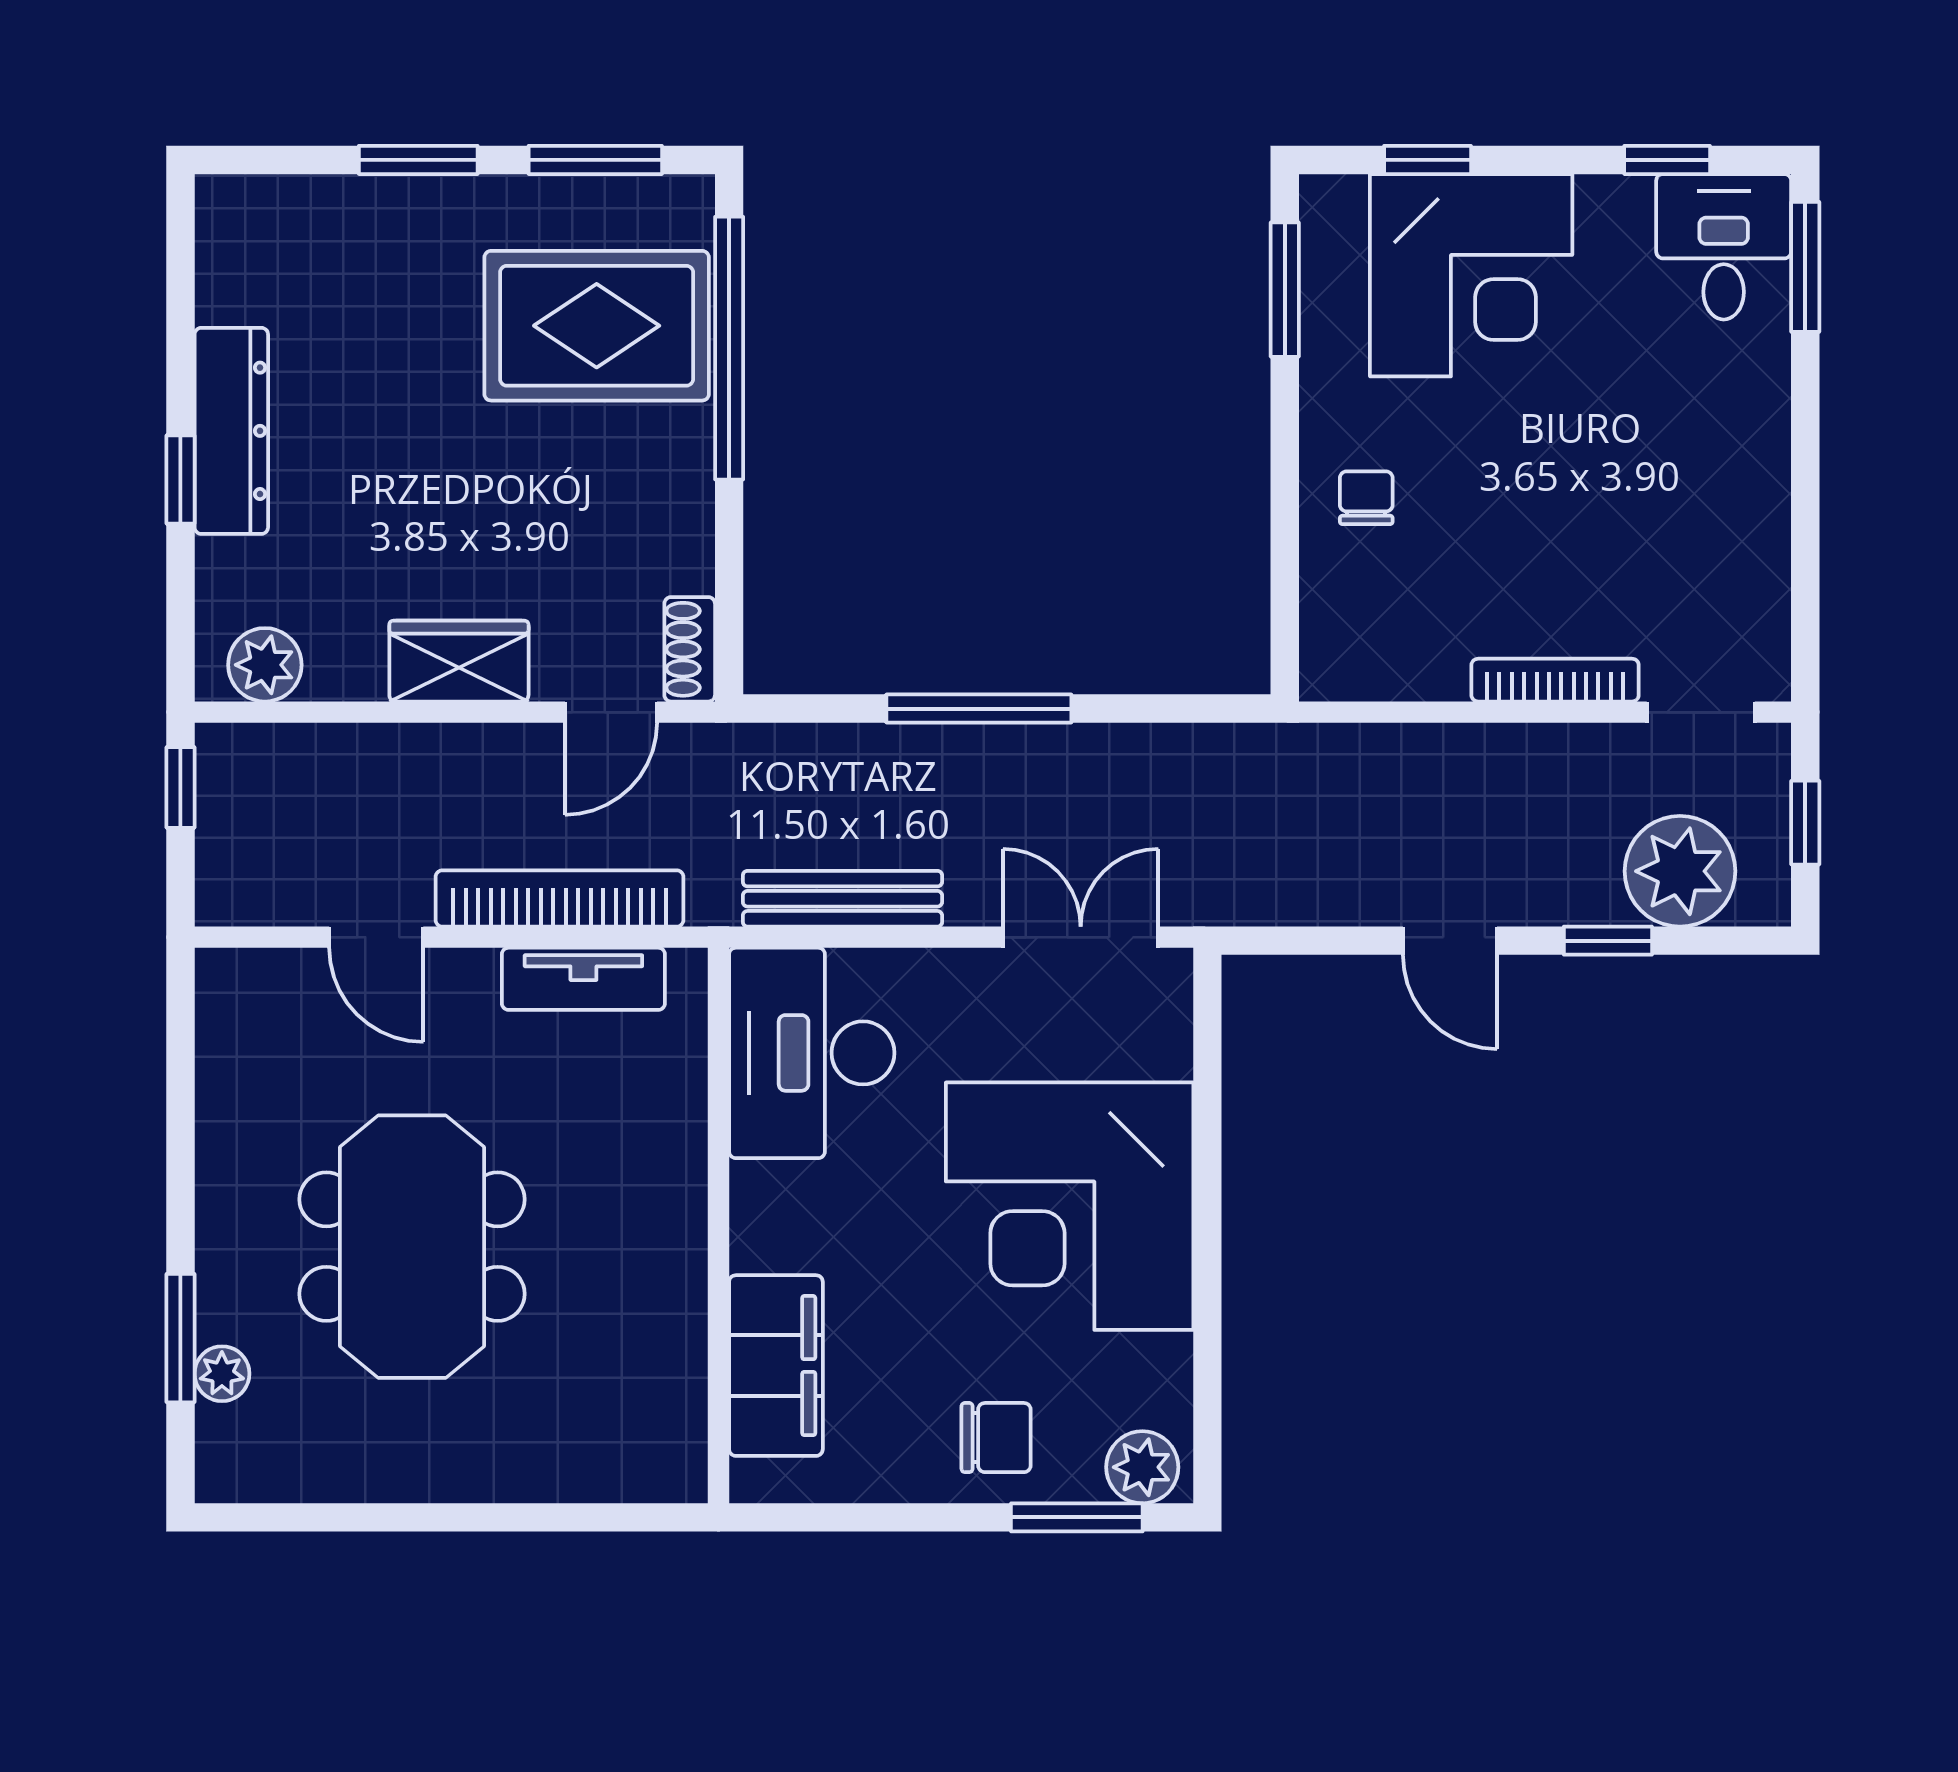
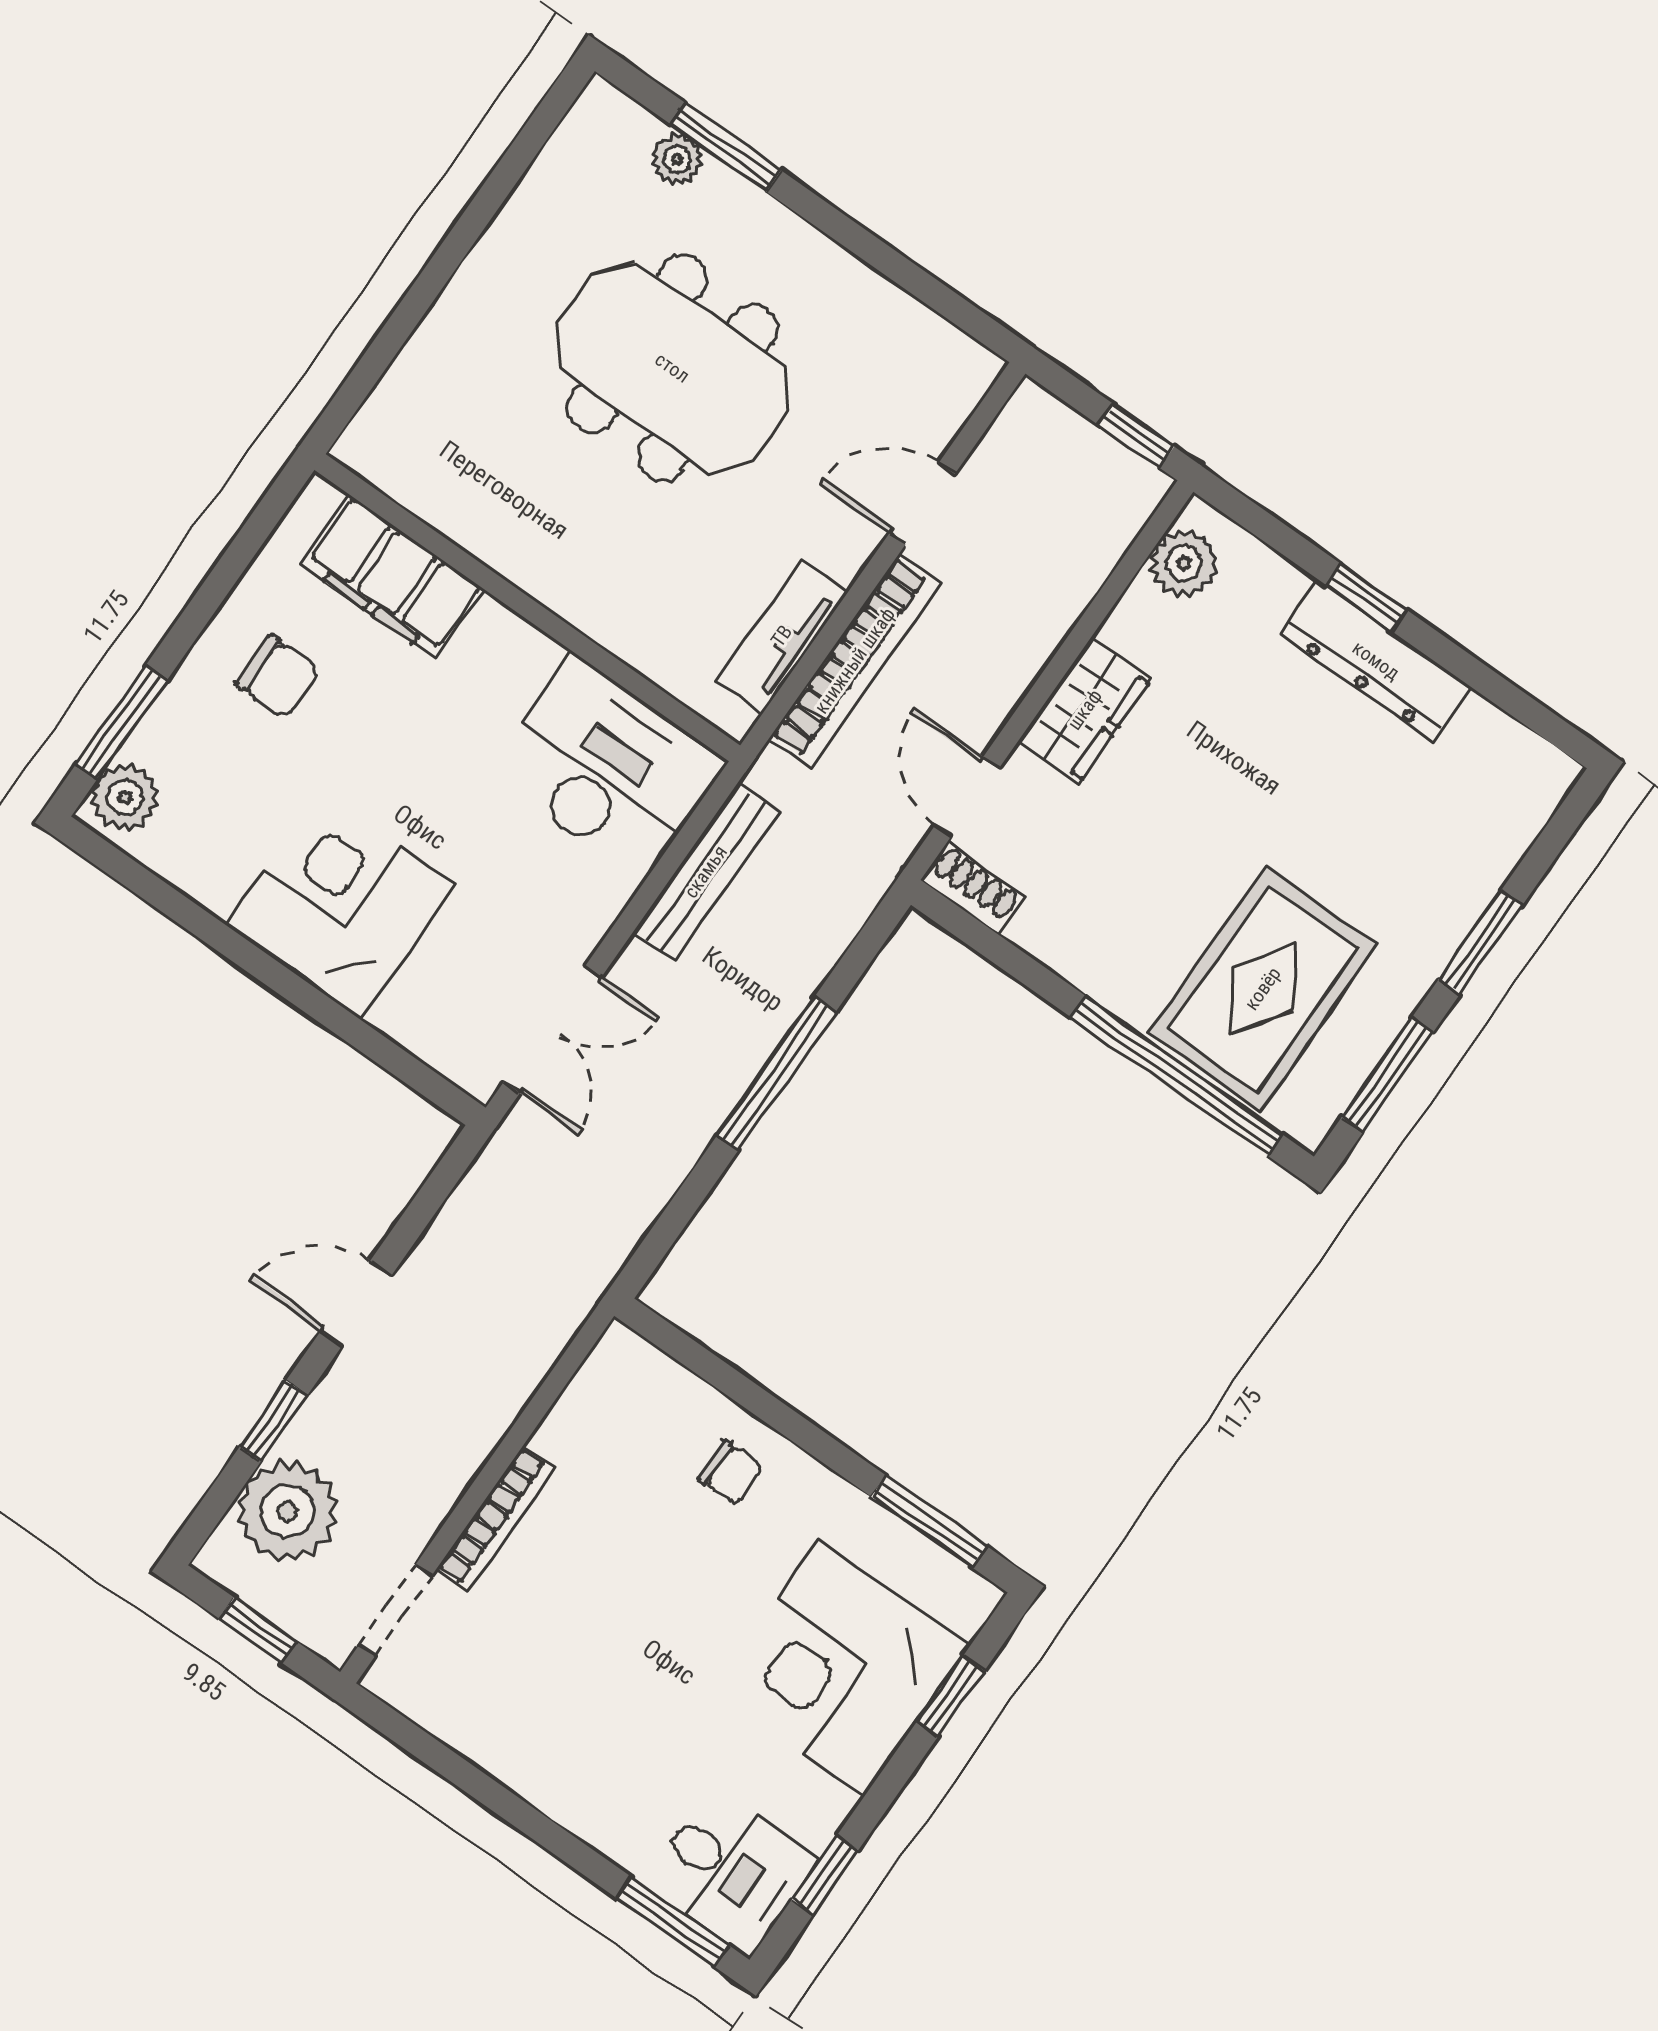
corner desk: (1070, 1206) -> (340, 904), width x0.74, depth x0.74
chair: (996, 1438) -> (278, 676), moved, turned -90

